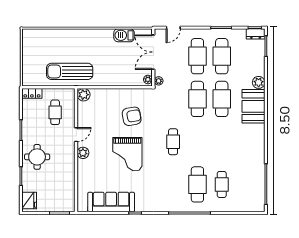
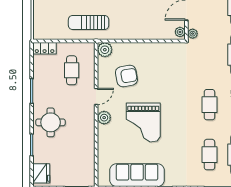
sun lounger: (70, 71) -> (89, 23), width x0.73, depth x0.75
armchair: (132, 116) -> (126, 76), moved
grand piano: (127, 154) -> (143, 122), moved
cafe table: (173, 184) -> (209, 155), added

